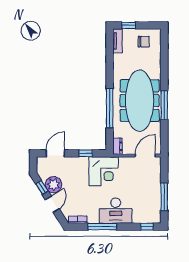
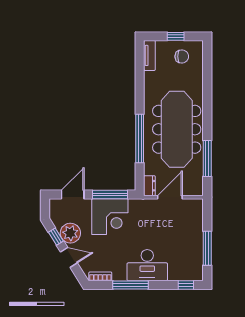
window: (129, 25) -> (176, 36), moved
window: (164, 105) -> (207, 159), moved
window: (86, 153) -> (110, 194), width x2.17
door: (145, 156) -> (170, 197), moved
corner desk: (104, 171) -> (110, 217), moved
door: (52, 204) -> (69, 257), hinge flipped

